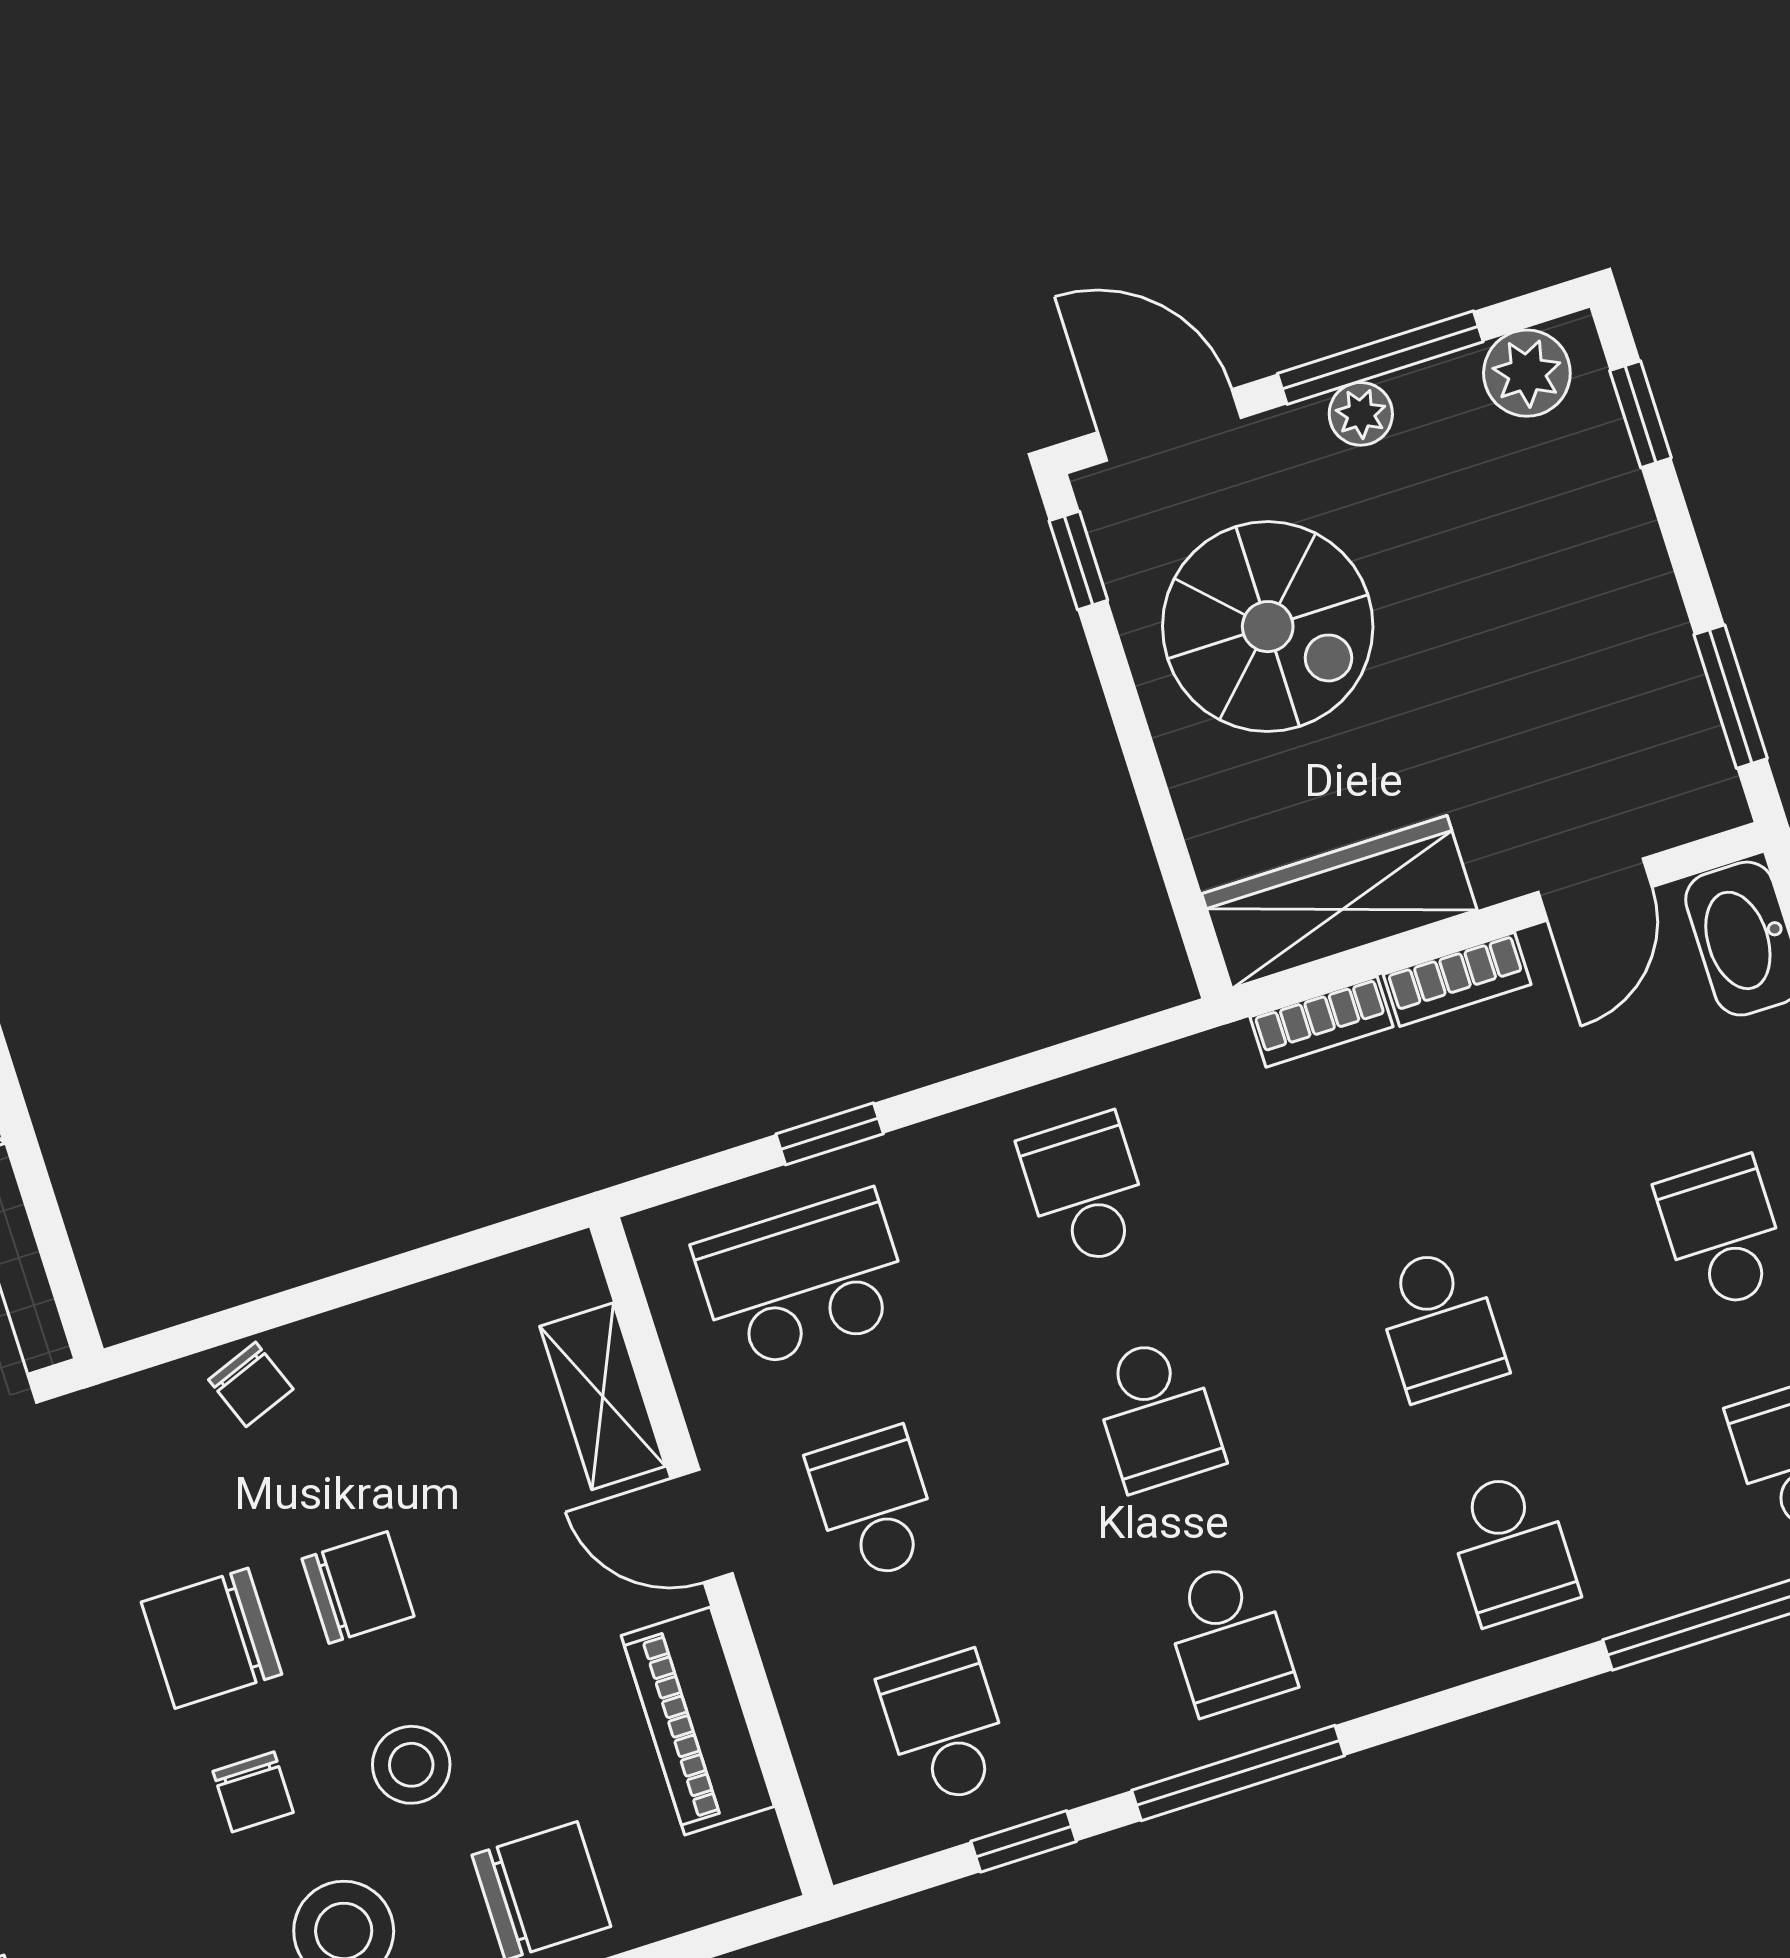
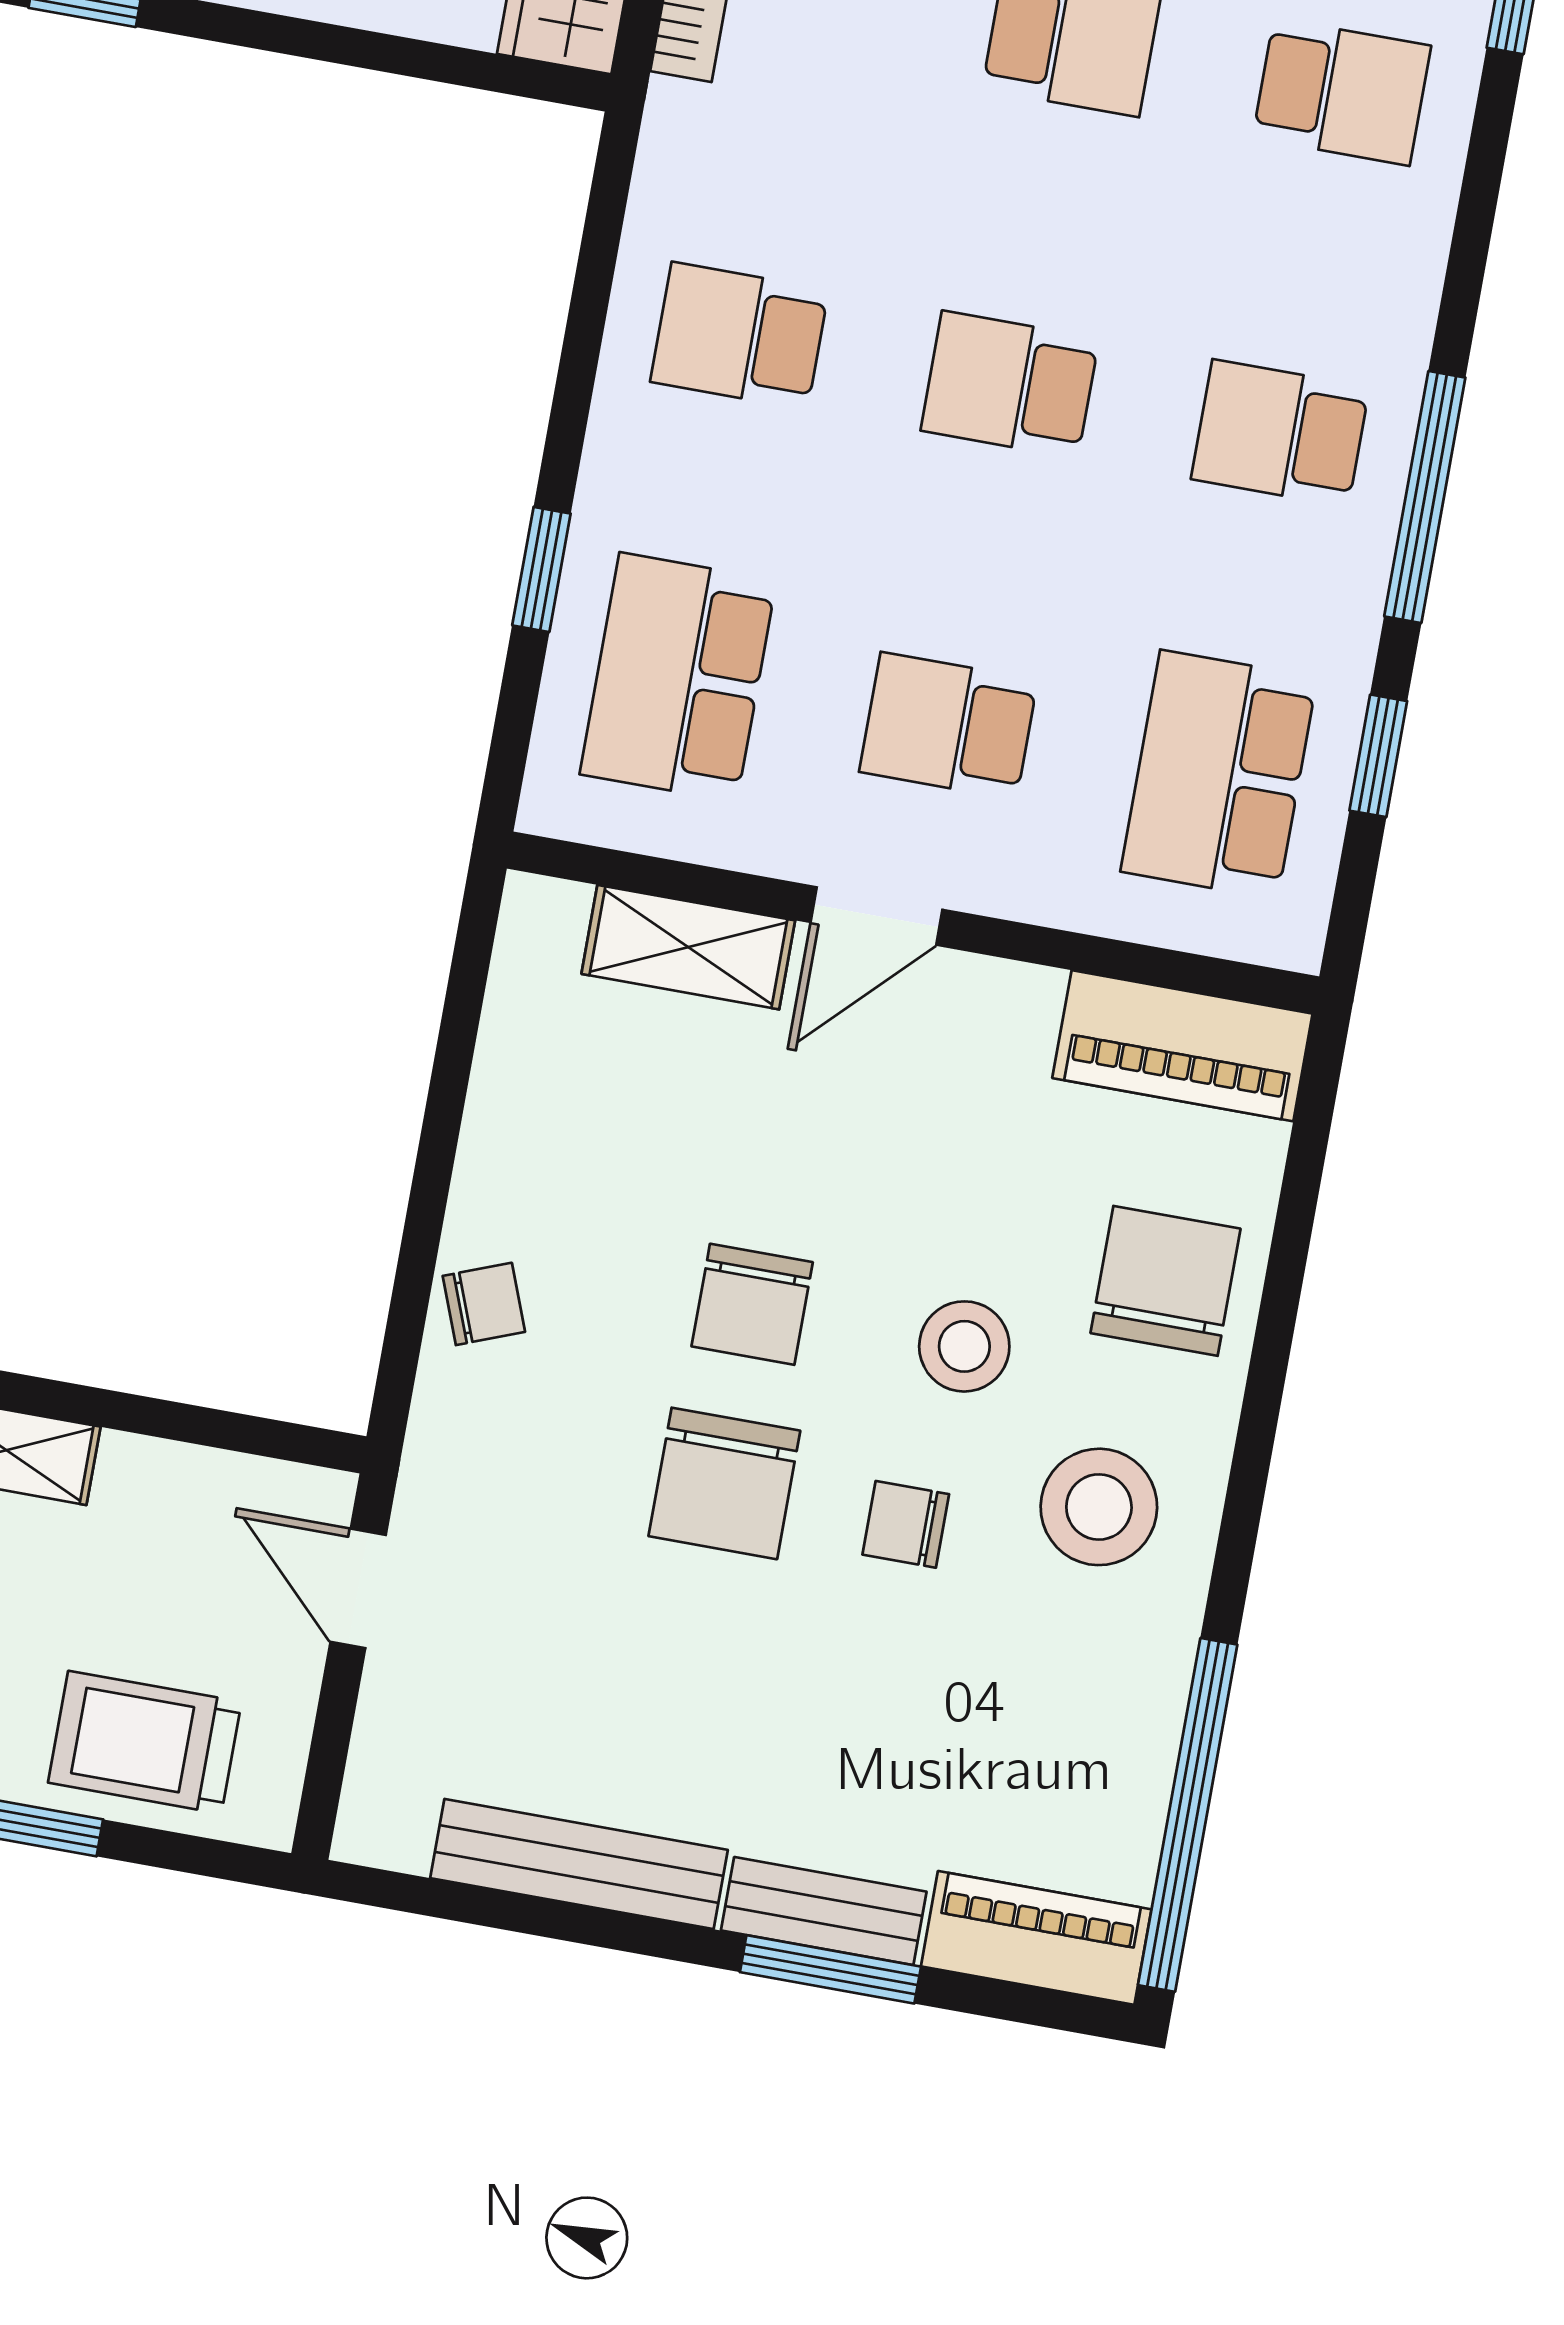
school desk: (1157, 1414) -> (1010, 385), turned 180
chair: (358, 1588) -> (752, 1304), turned 180
school desk: (1228, 1638) -> (1280, 433), turned 180
piano: (698, 1721) -> (1182, 1046), moved
school desk: (946, 1728) -> (1219, 775), width x1.85
chair: (253, 1792) -> (906, 1524), turned 180

